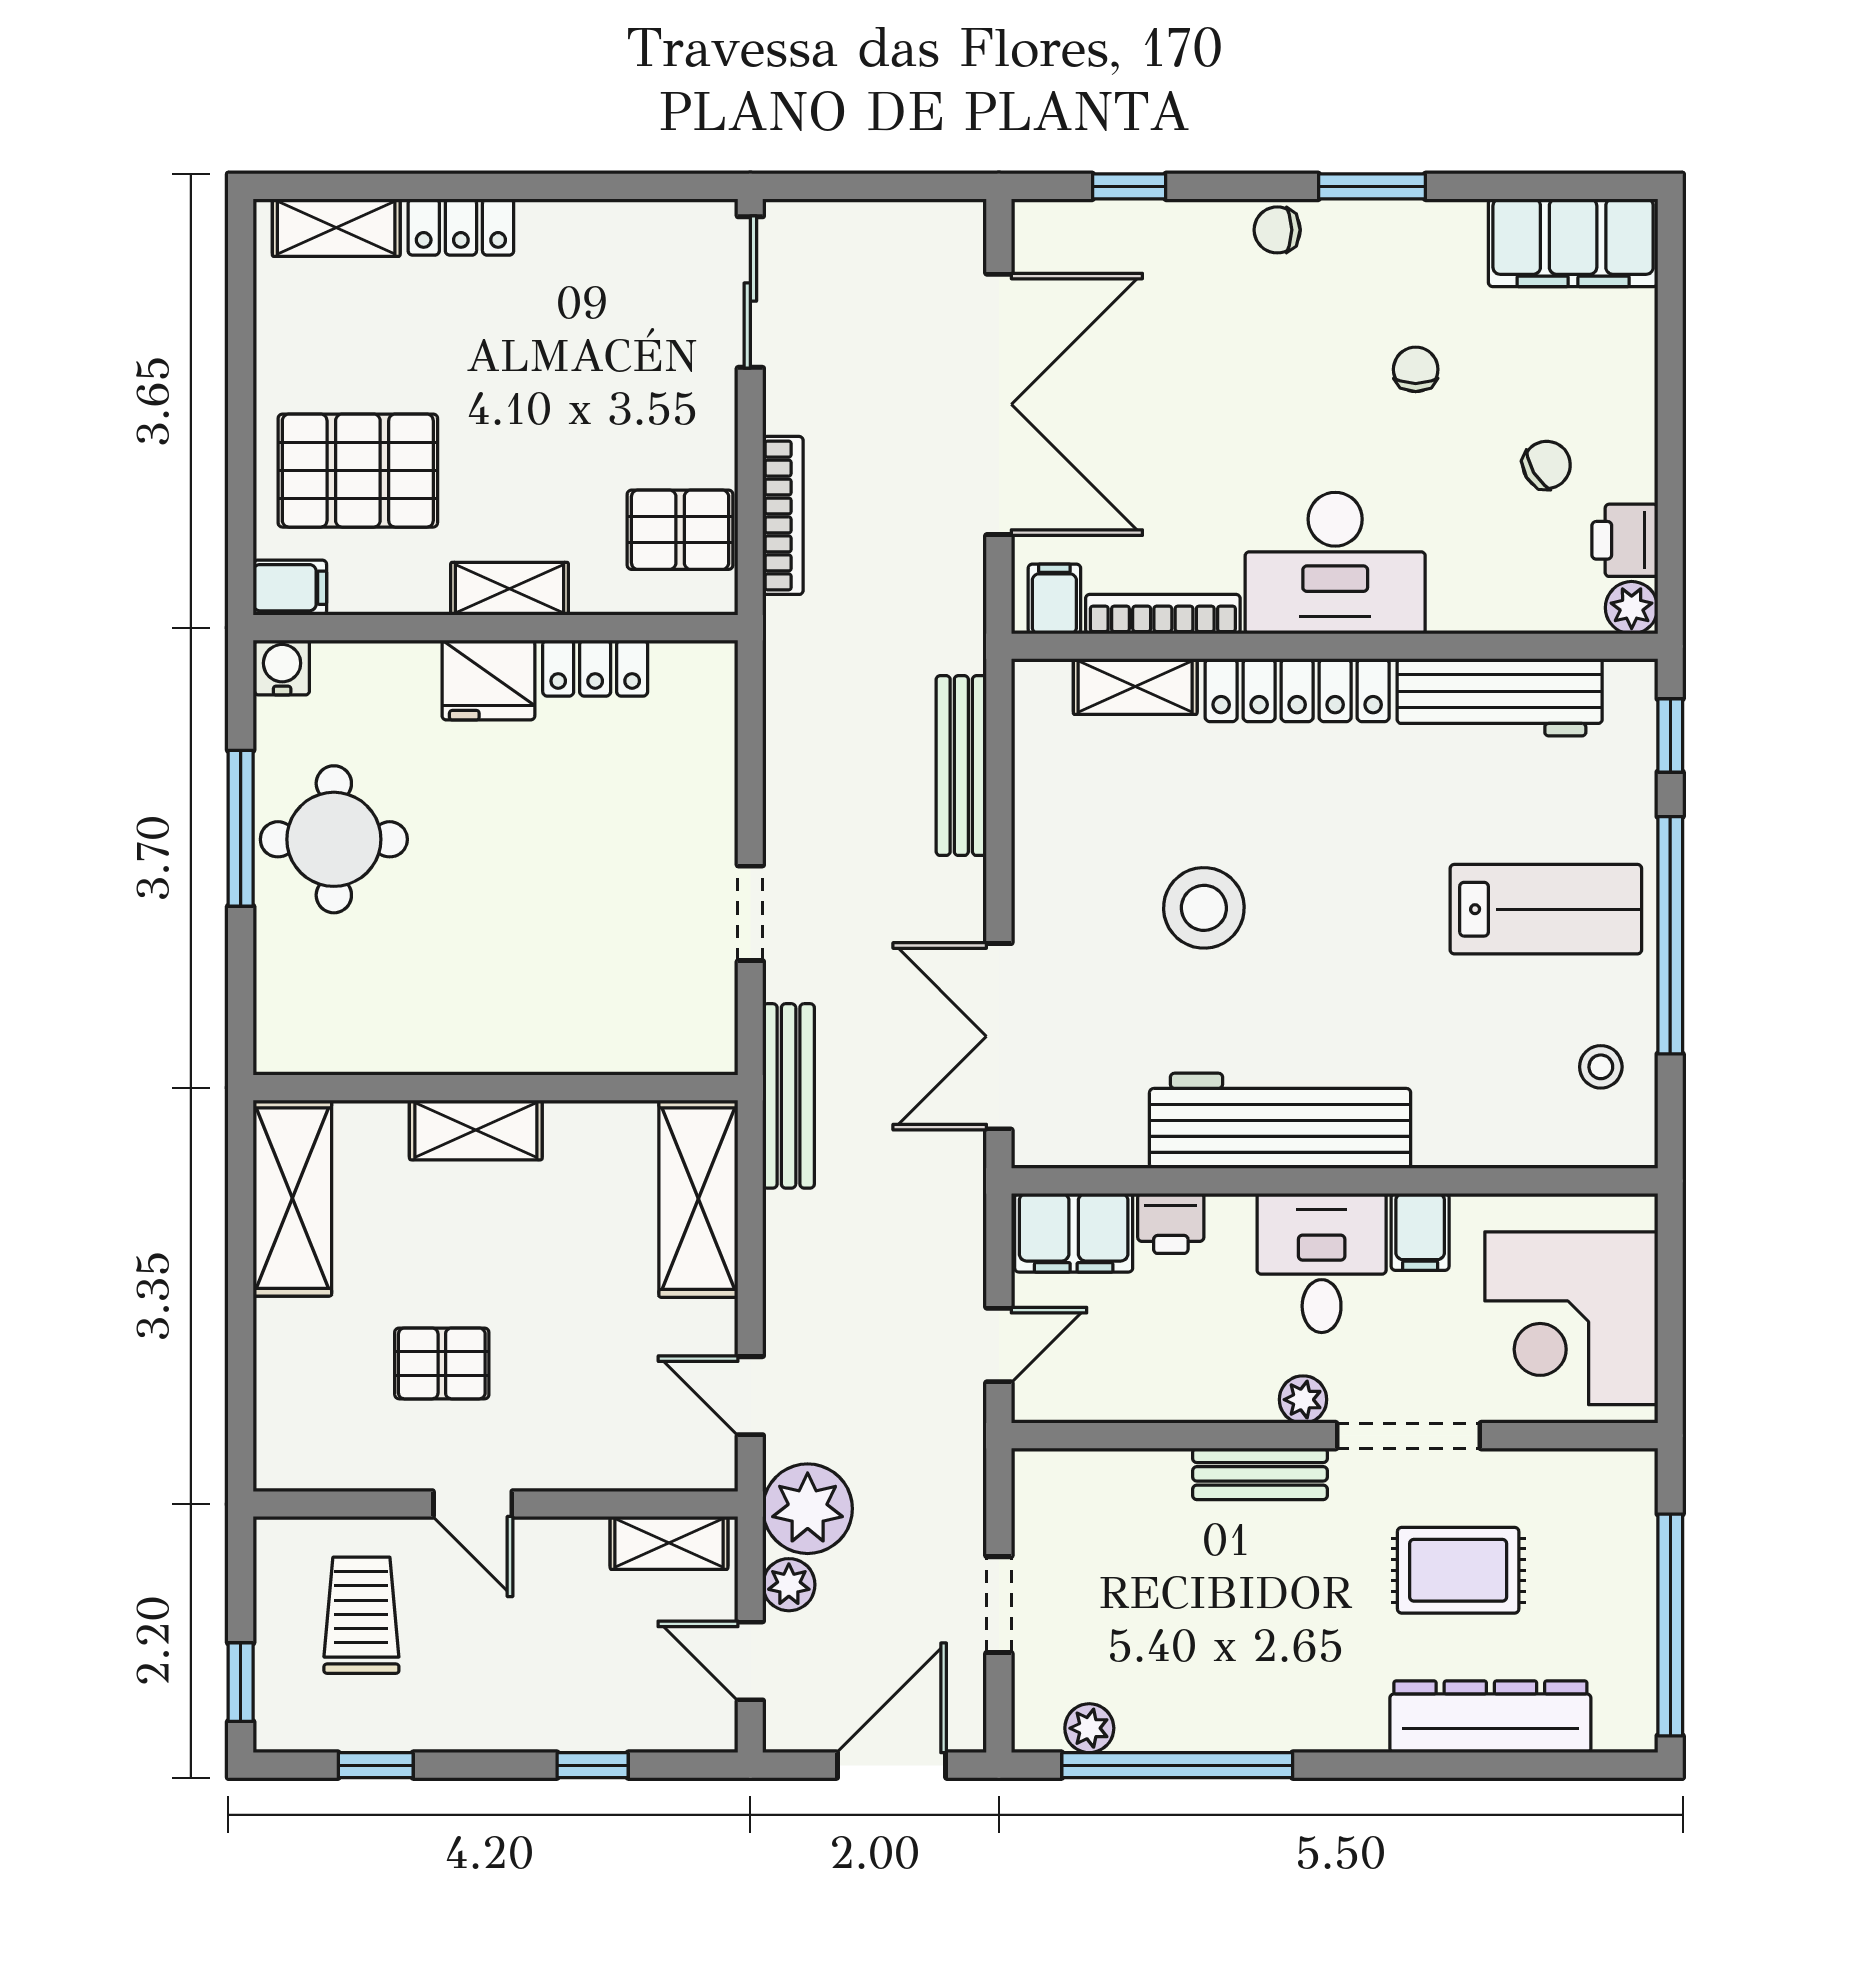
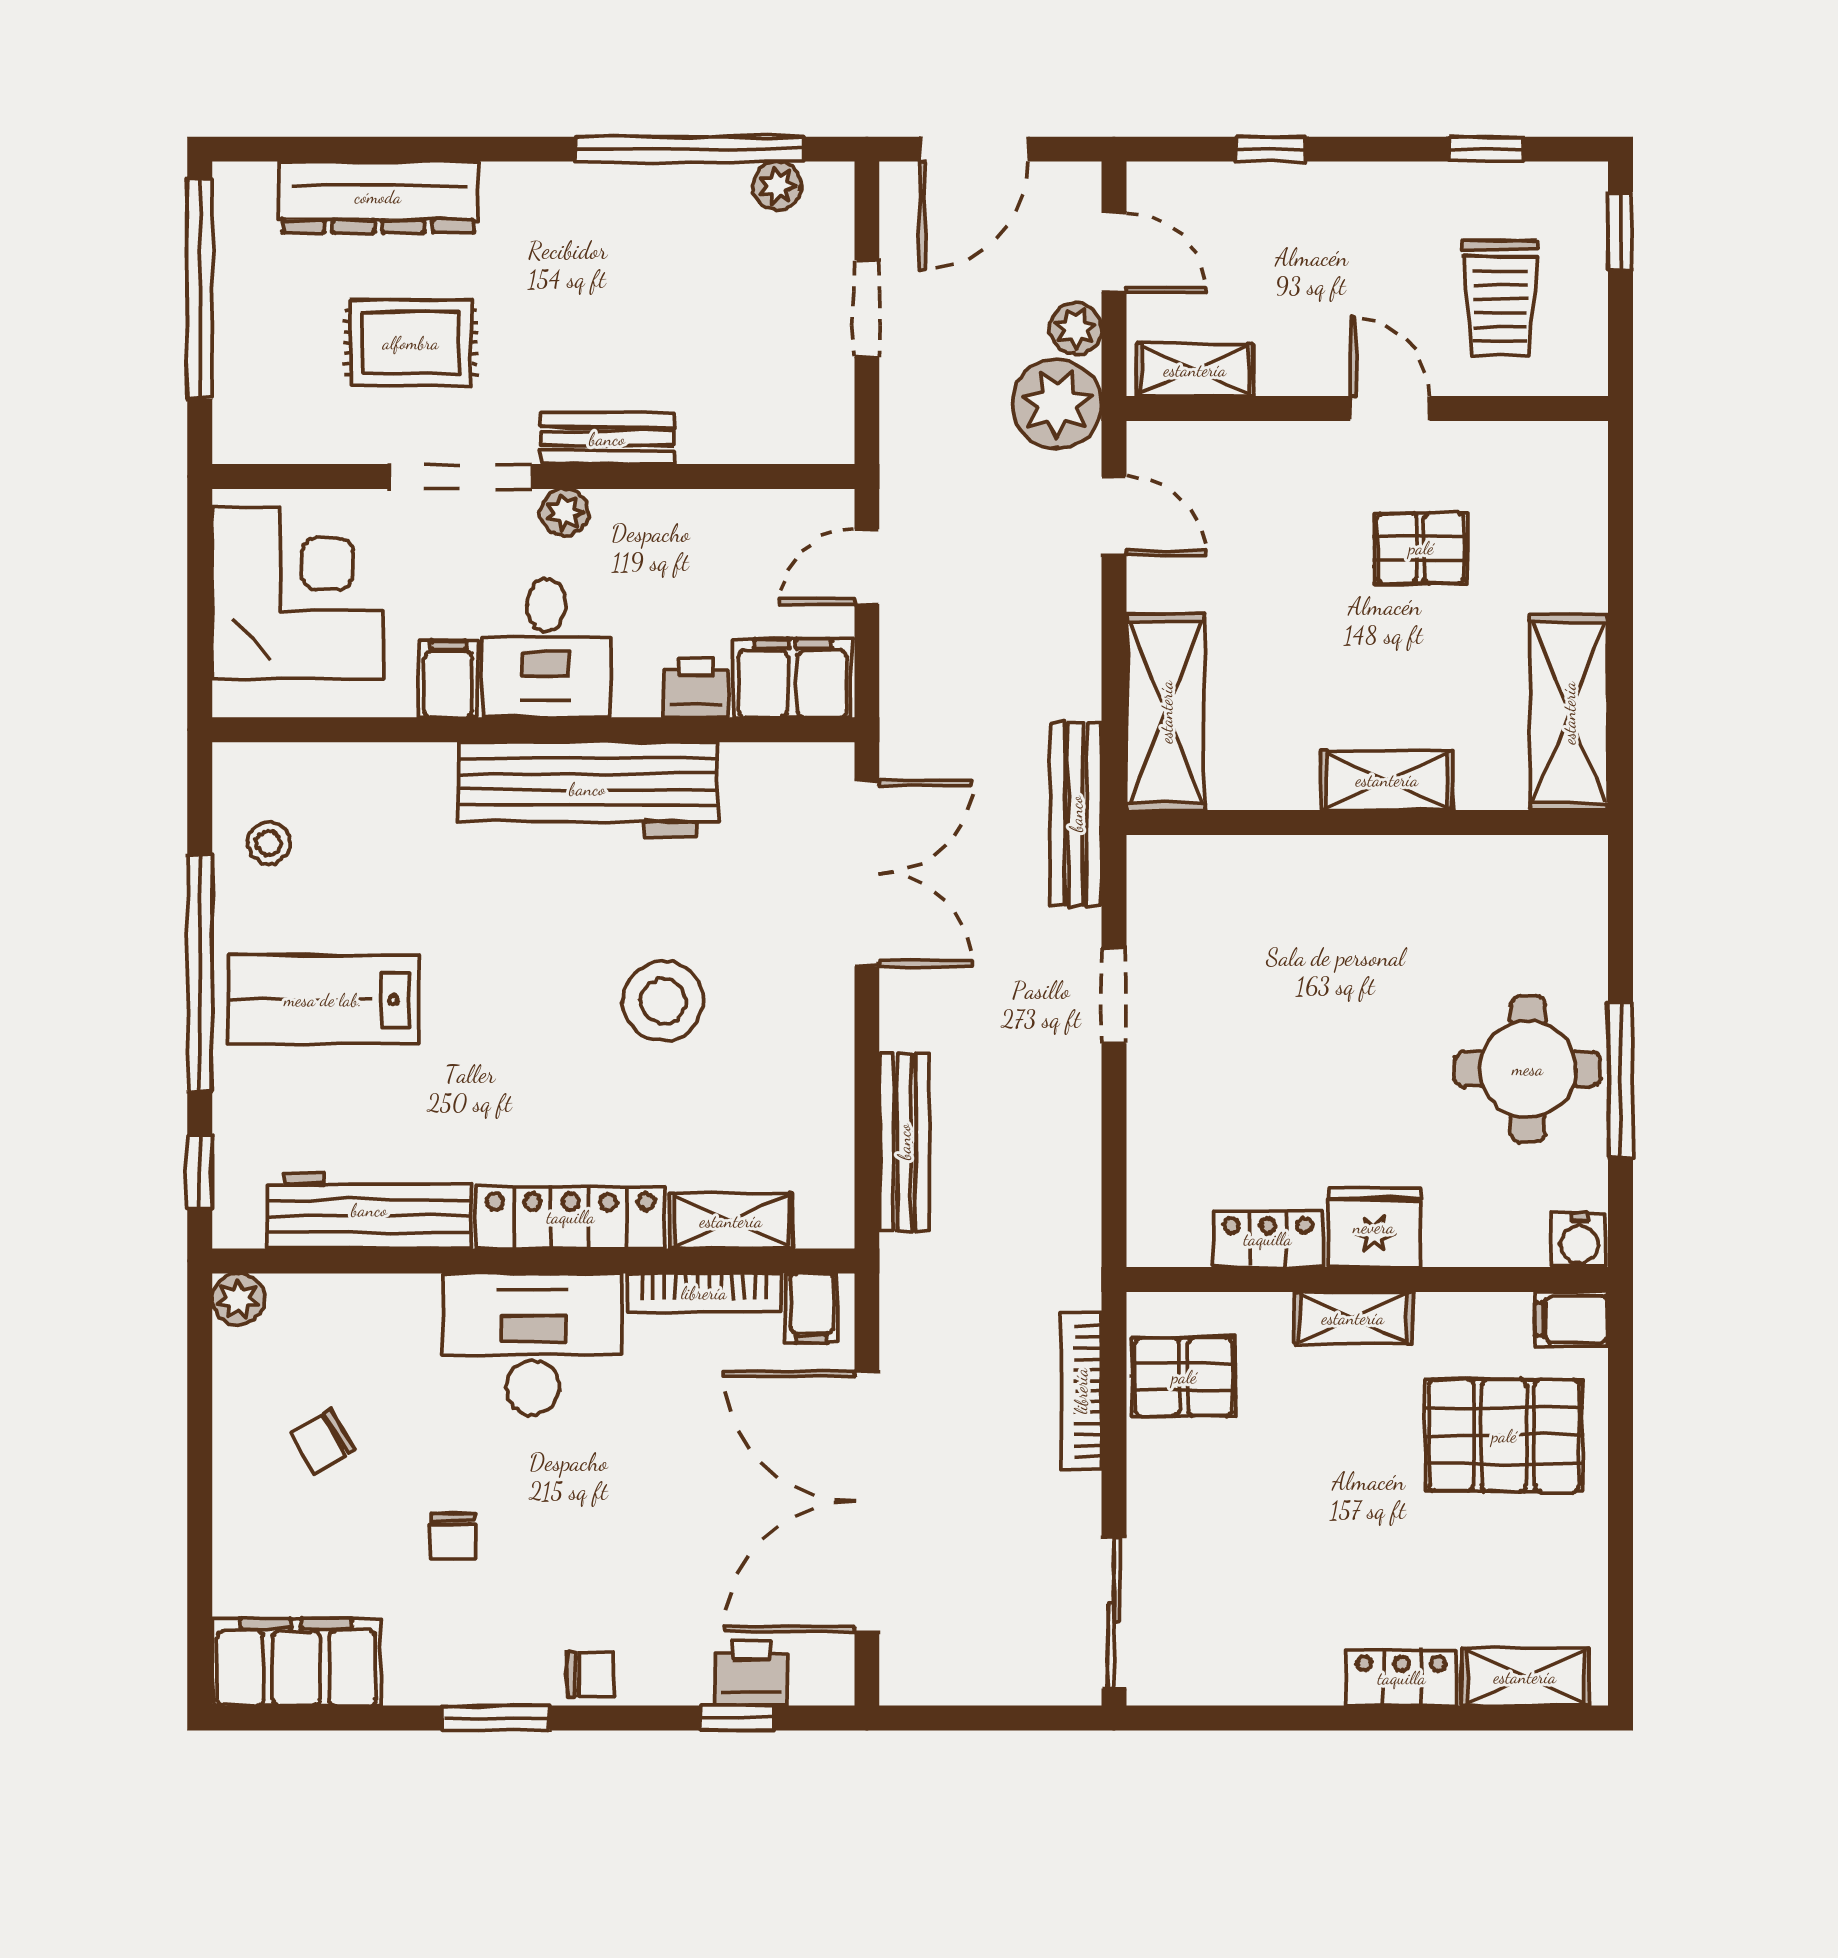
printer: (1625, 540) -> (751, 1673), moved, turned -90

